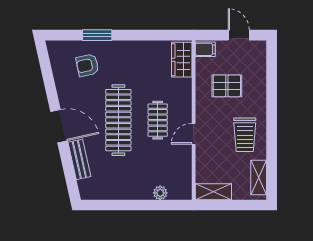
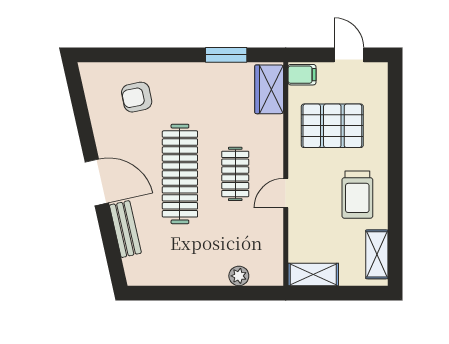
window: (97, 35) -> (226, 55), moved
pallet: (227, 86) -> (332, 126), width x1.50, depth x1.42

